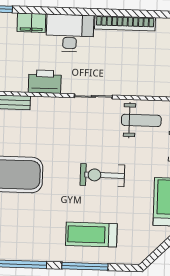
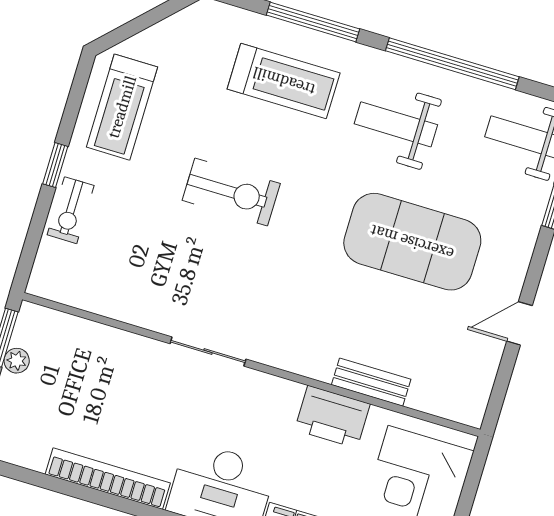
printer: (45, 82) -> (332, 417), moved
weight bench: (141, 120) -> (396, 124), moved

